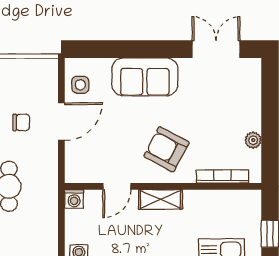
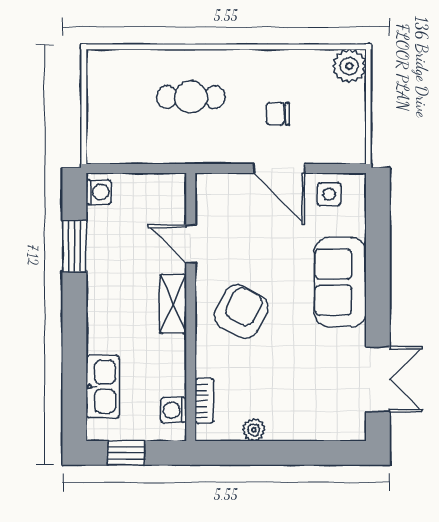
chair: (21, 122) -> (278, 114), turned 90
bookcase: (222, 176) -> (204, 401), width x0.64
washing machine: (74, 199) -> (174, 410), moved

